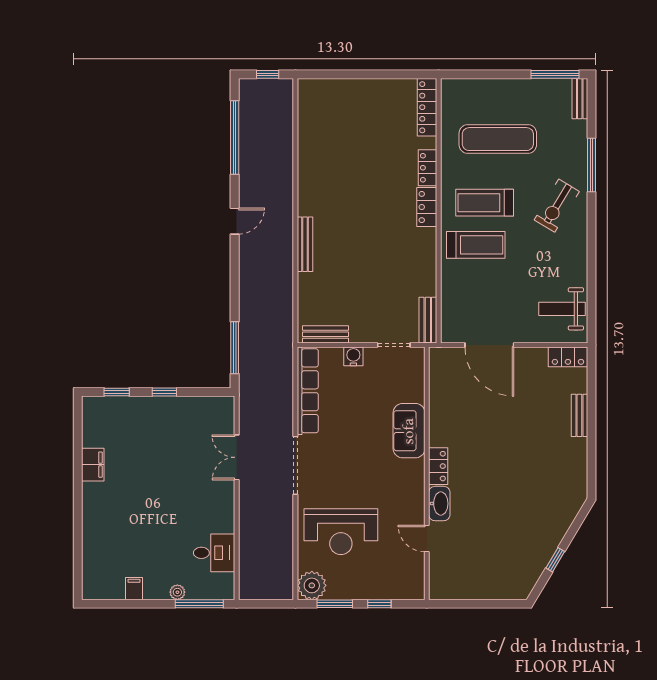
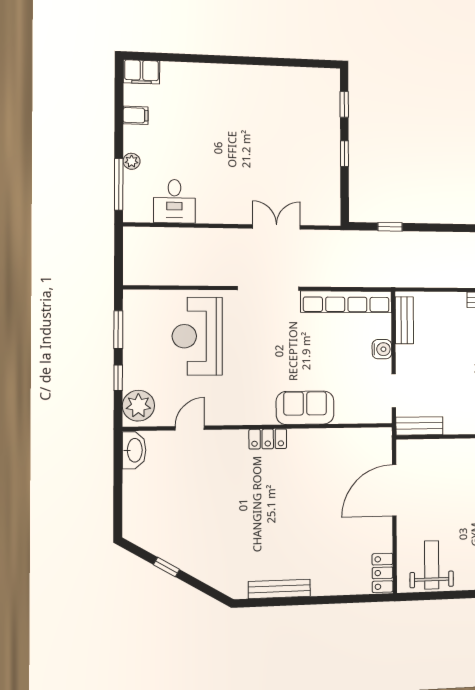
window: (235, 348) -> (390, 227), width x0.46
bench: (579, 415) -> (279, 589), moved, width x1.36
filing cabinet: (93, 465) -> (141, 72), moved
washbasin: (439, 504) -> (134, 450), moved, turned -90
plant: (312, 585) -> (138, 406), moved

